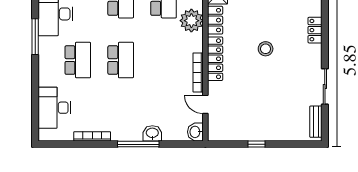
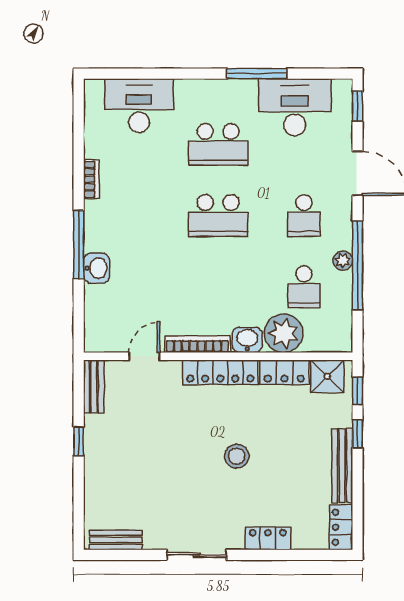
sliding door: (325, 86) -> (197, 555), moved
washbasin: (195, 132) -> (247, 340), moved
bench: (224, 135) -> (94, 386), added
bookcase: (92, 136) -> (91, 179), width x0.64

